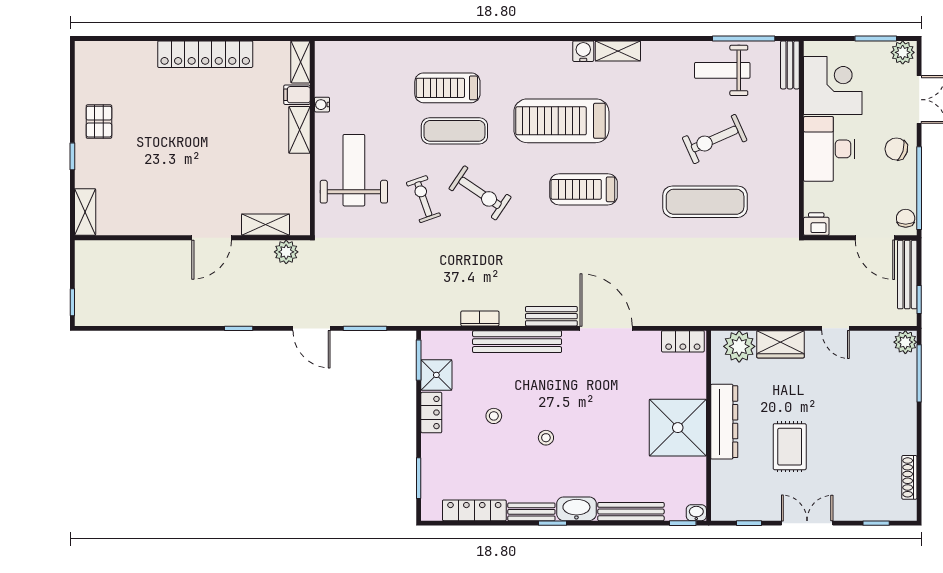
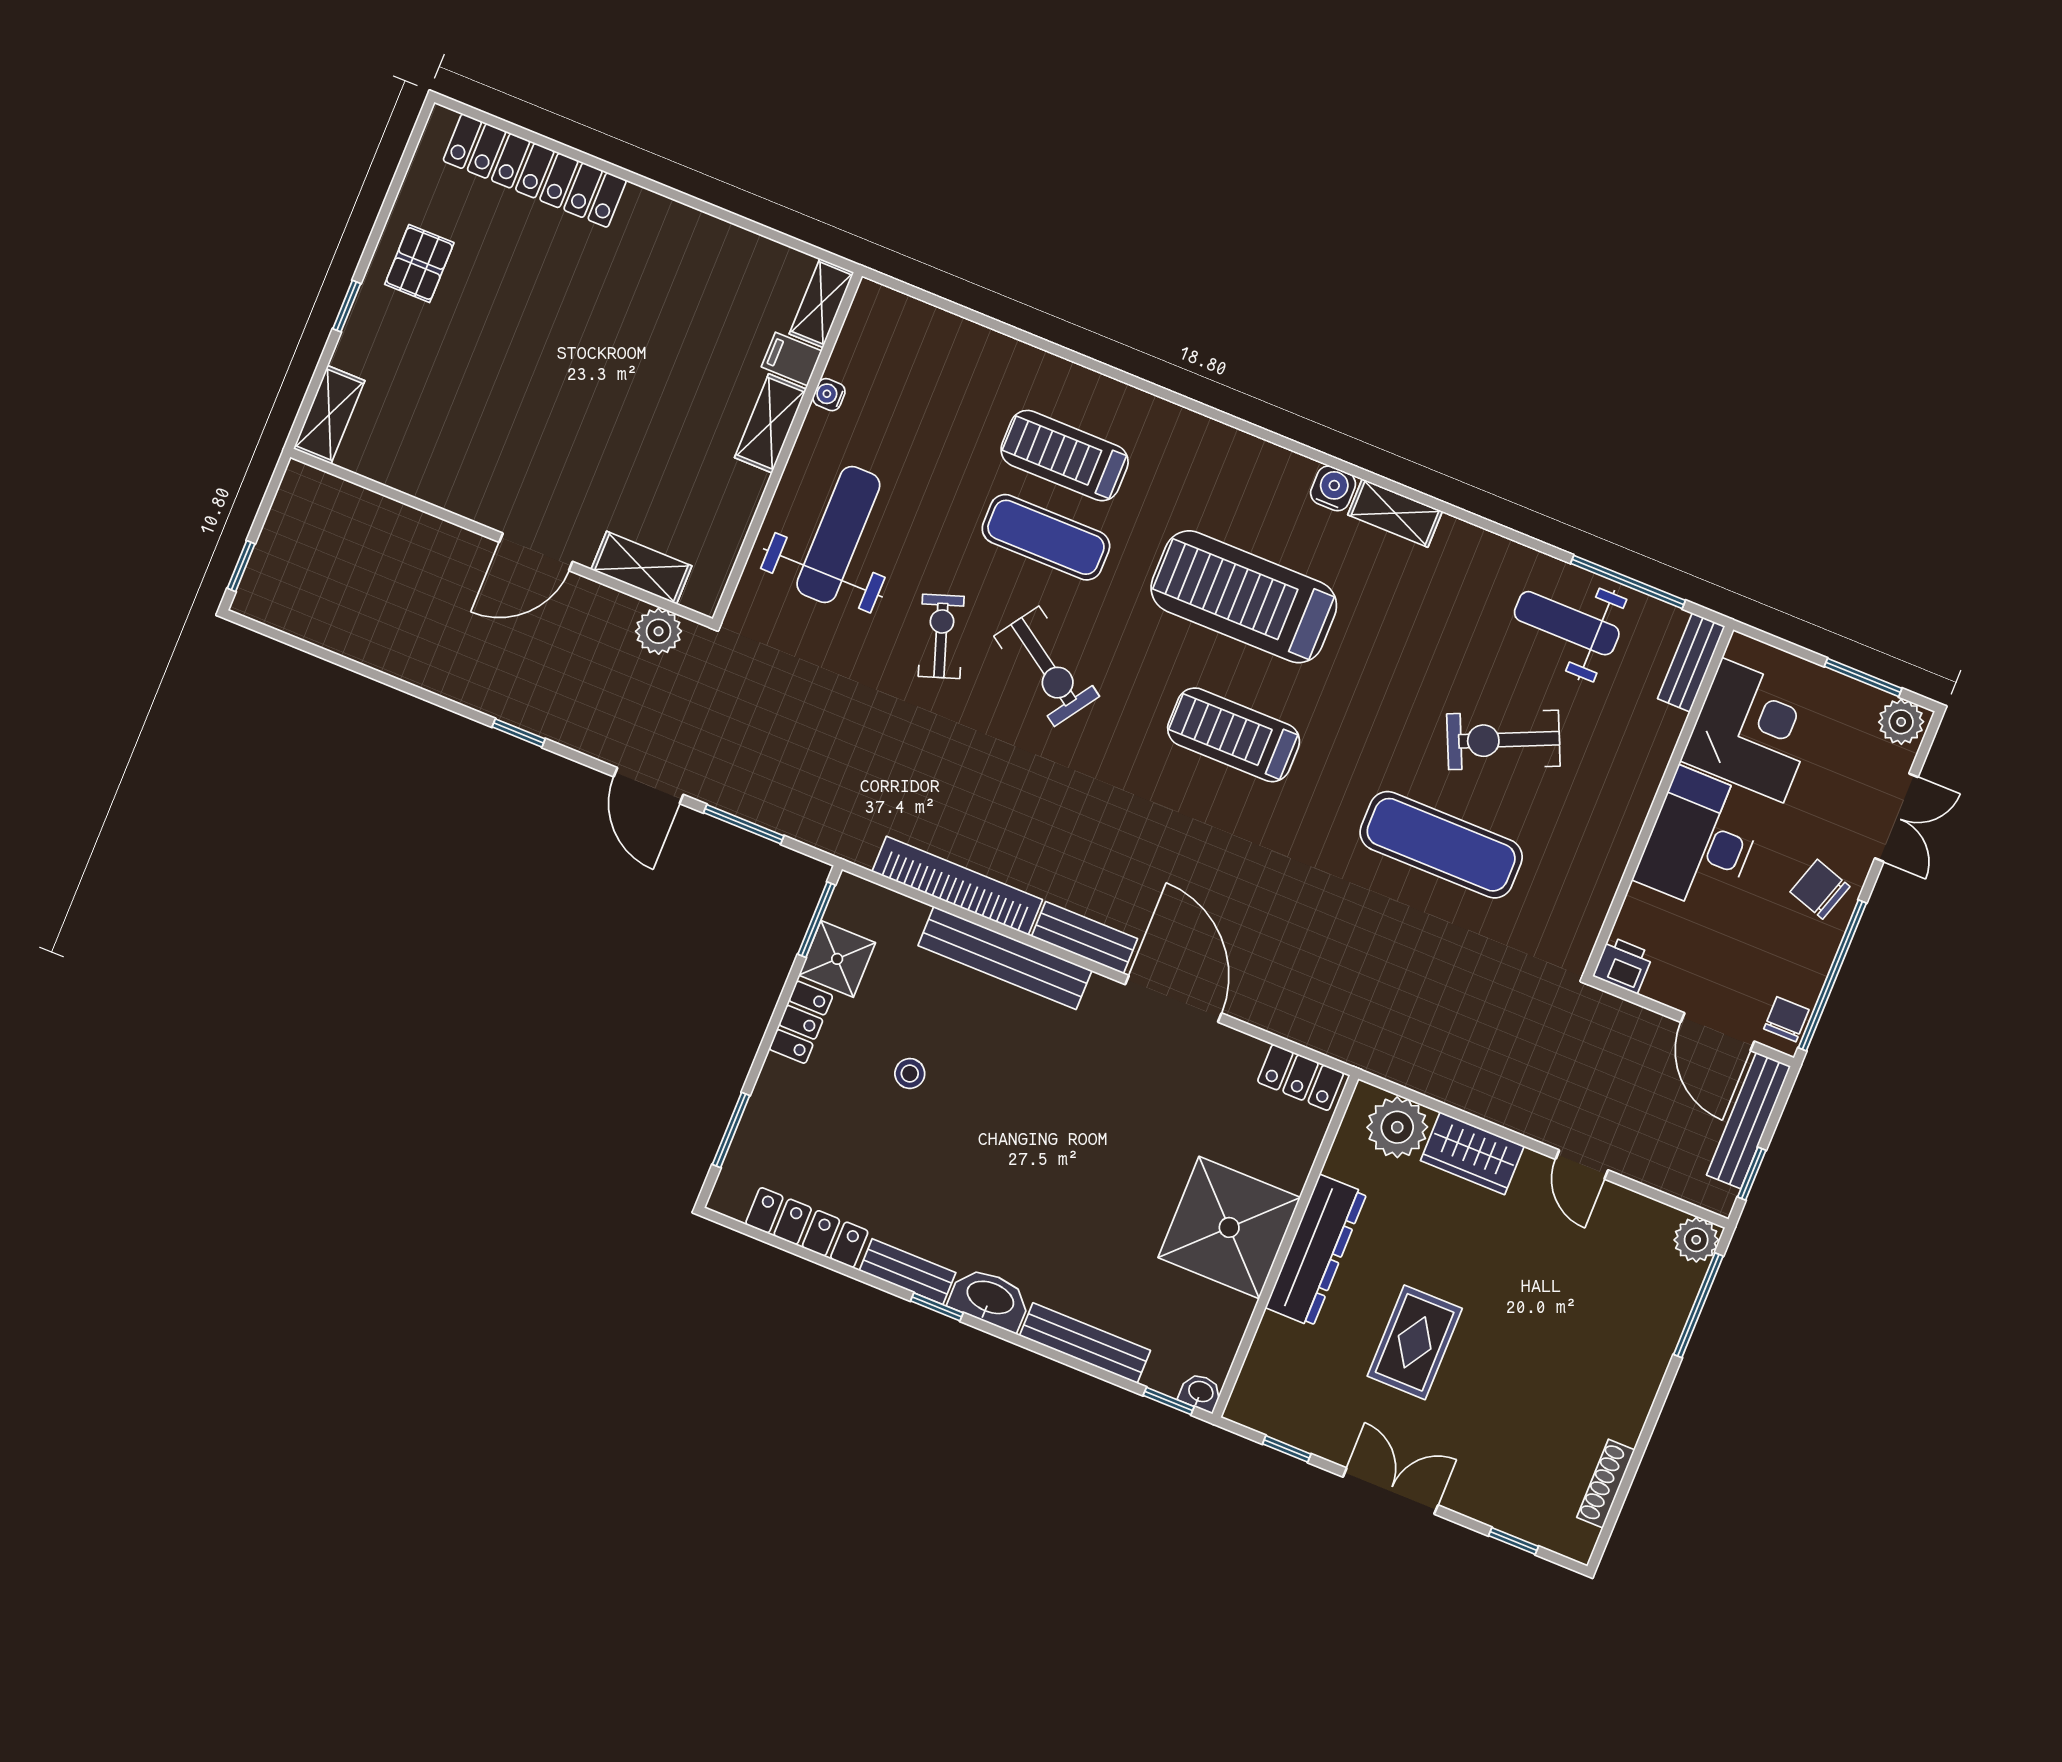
locker: (205, 54) -> (535, 171), moved
bookcase: (480, 318) -> (957, 886), width x2.31, depth x1.31
stool: (546, 438) -> (987, 1150), removed

